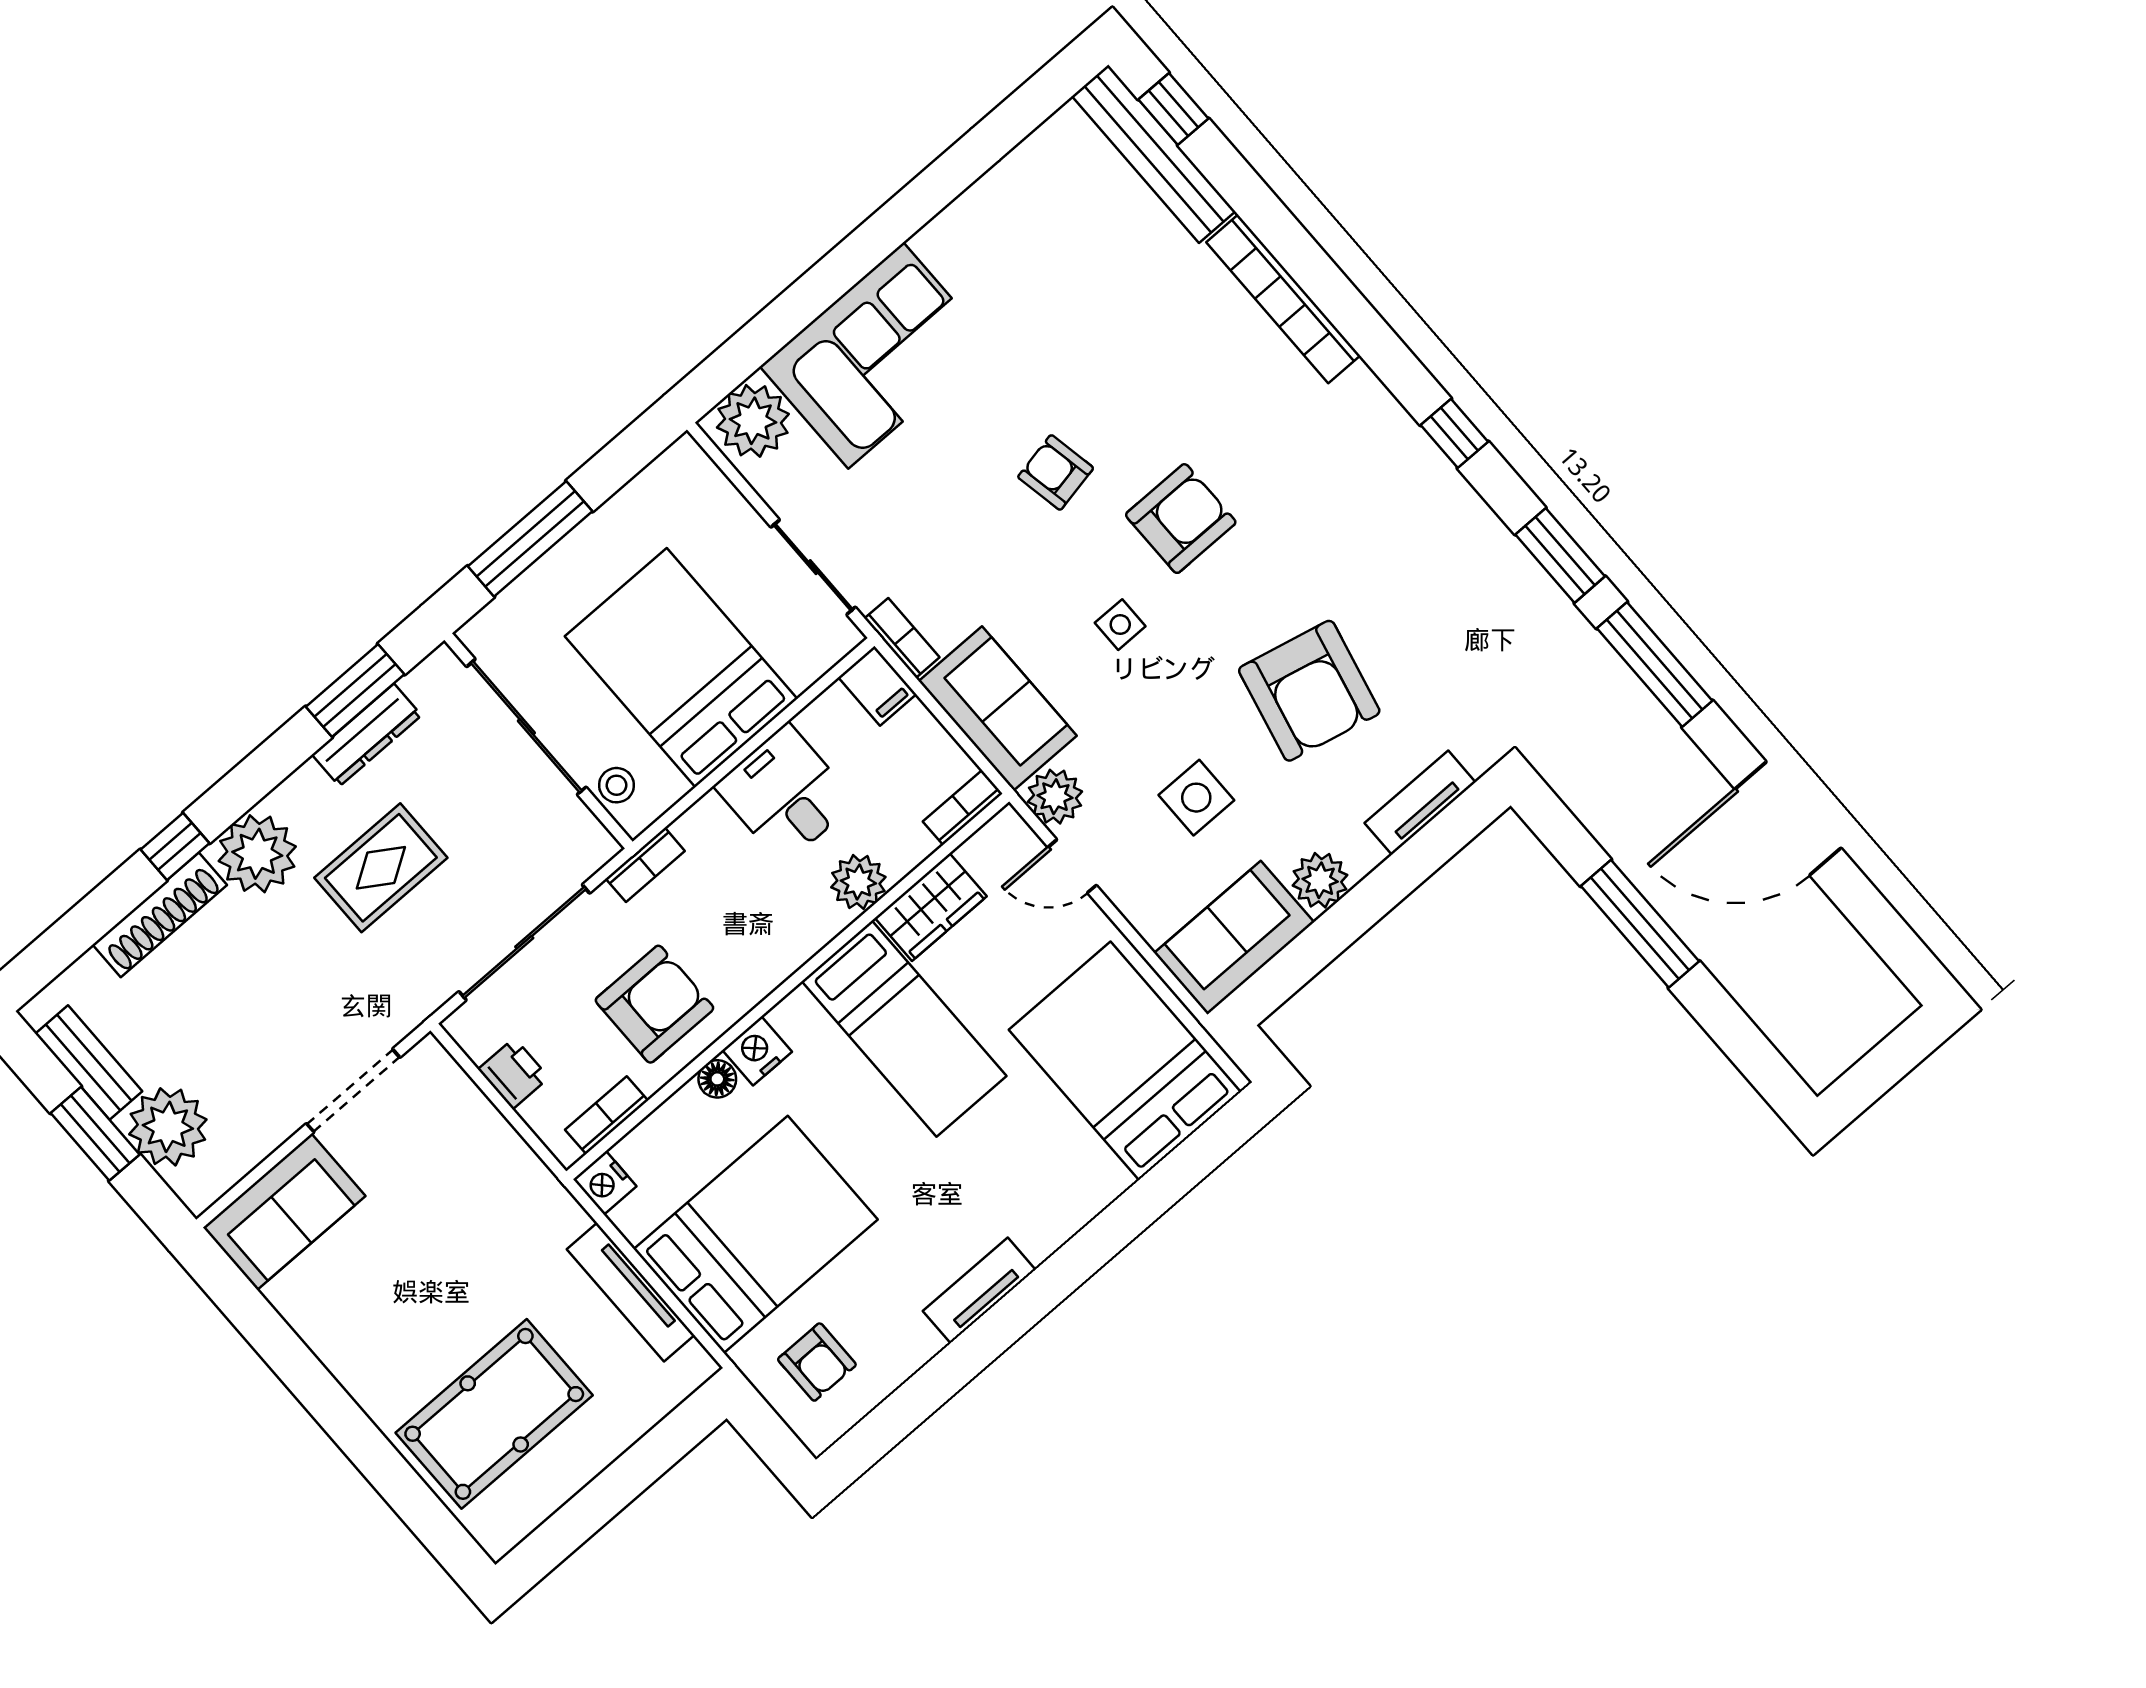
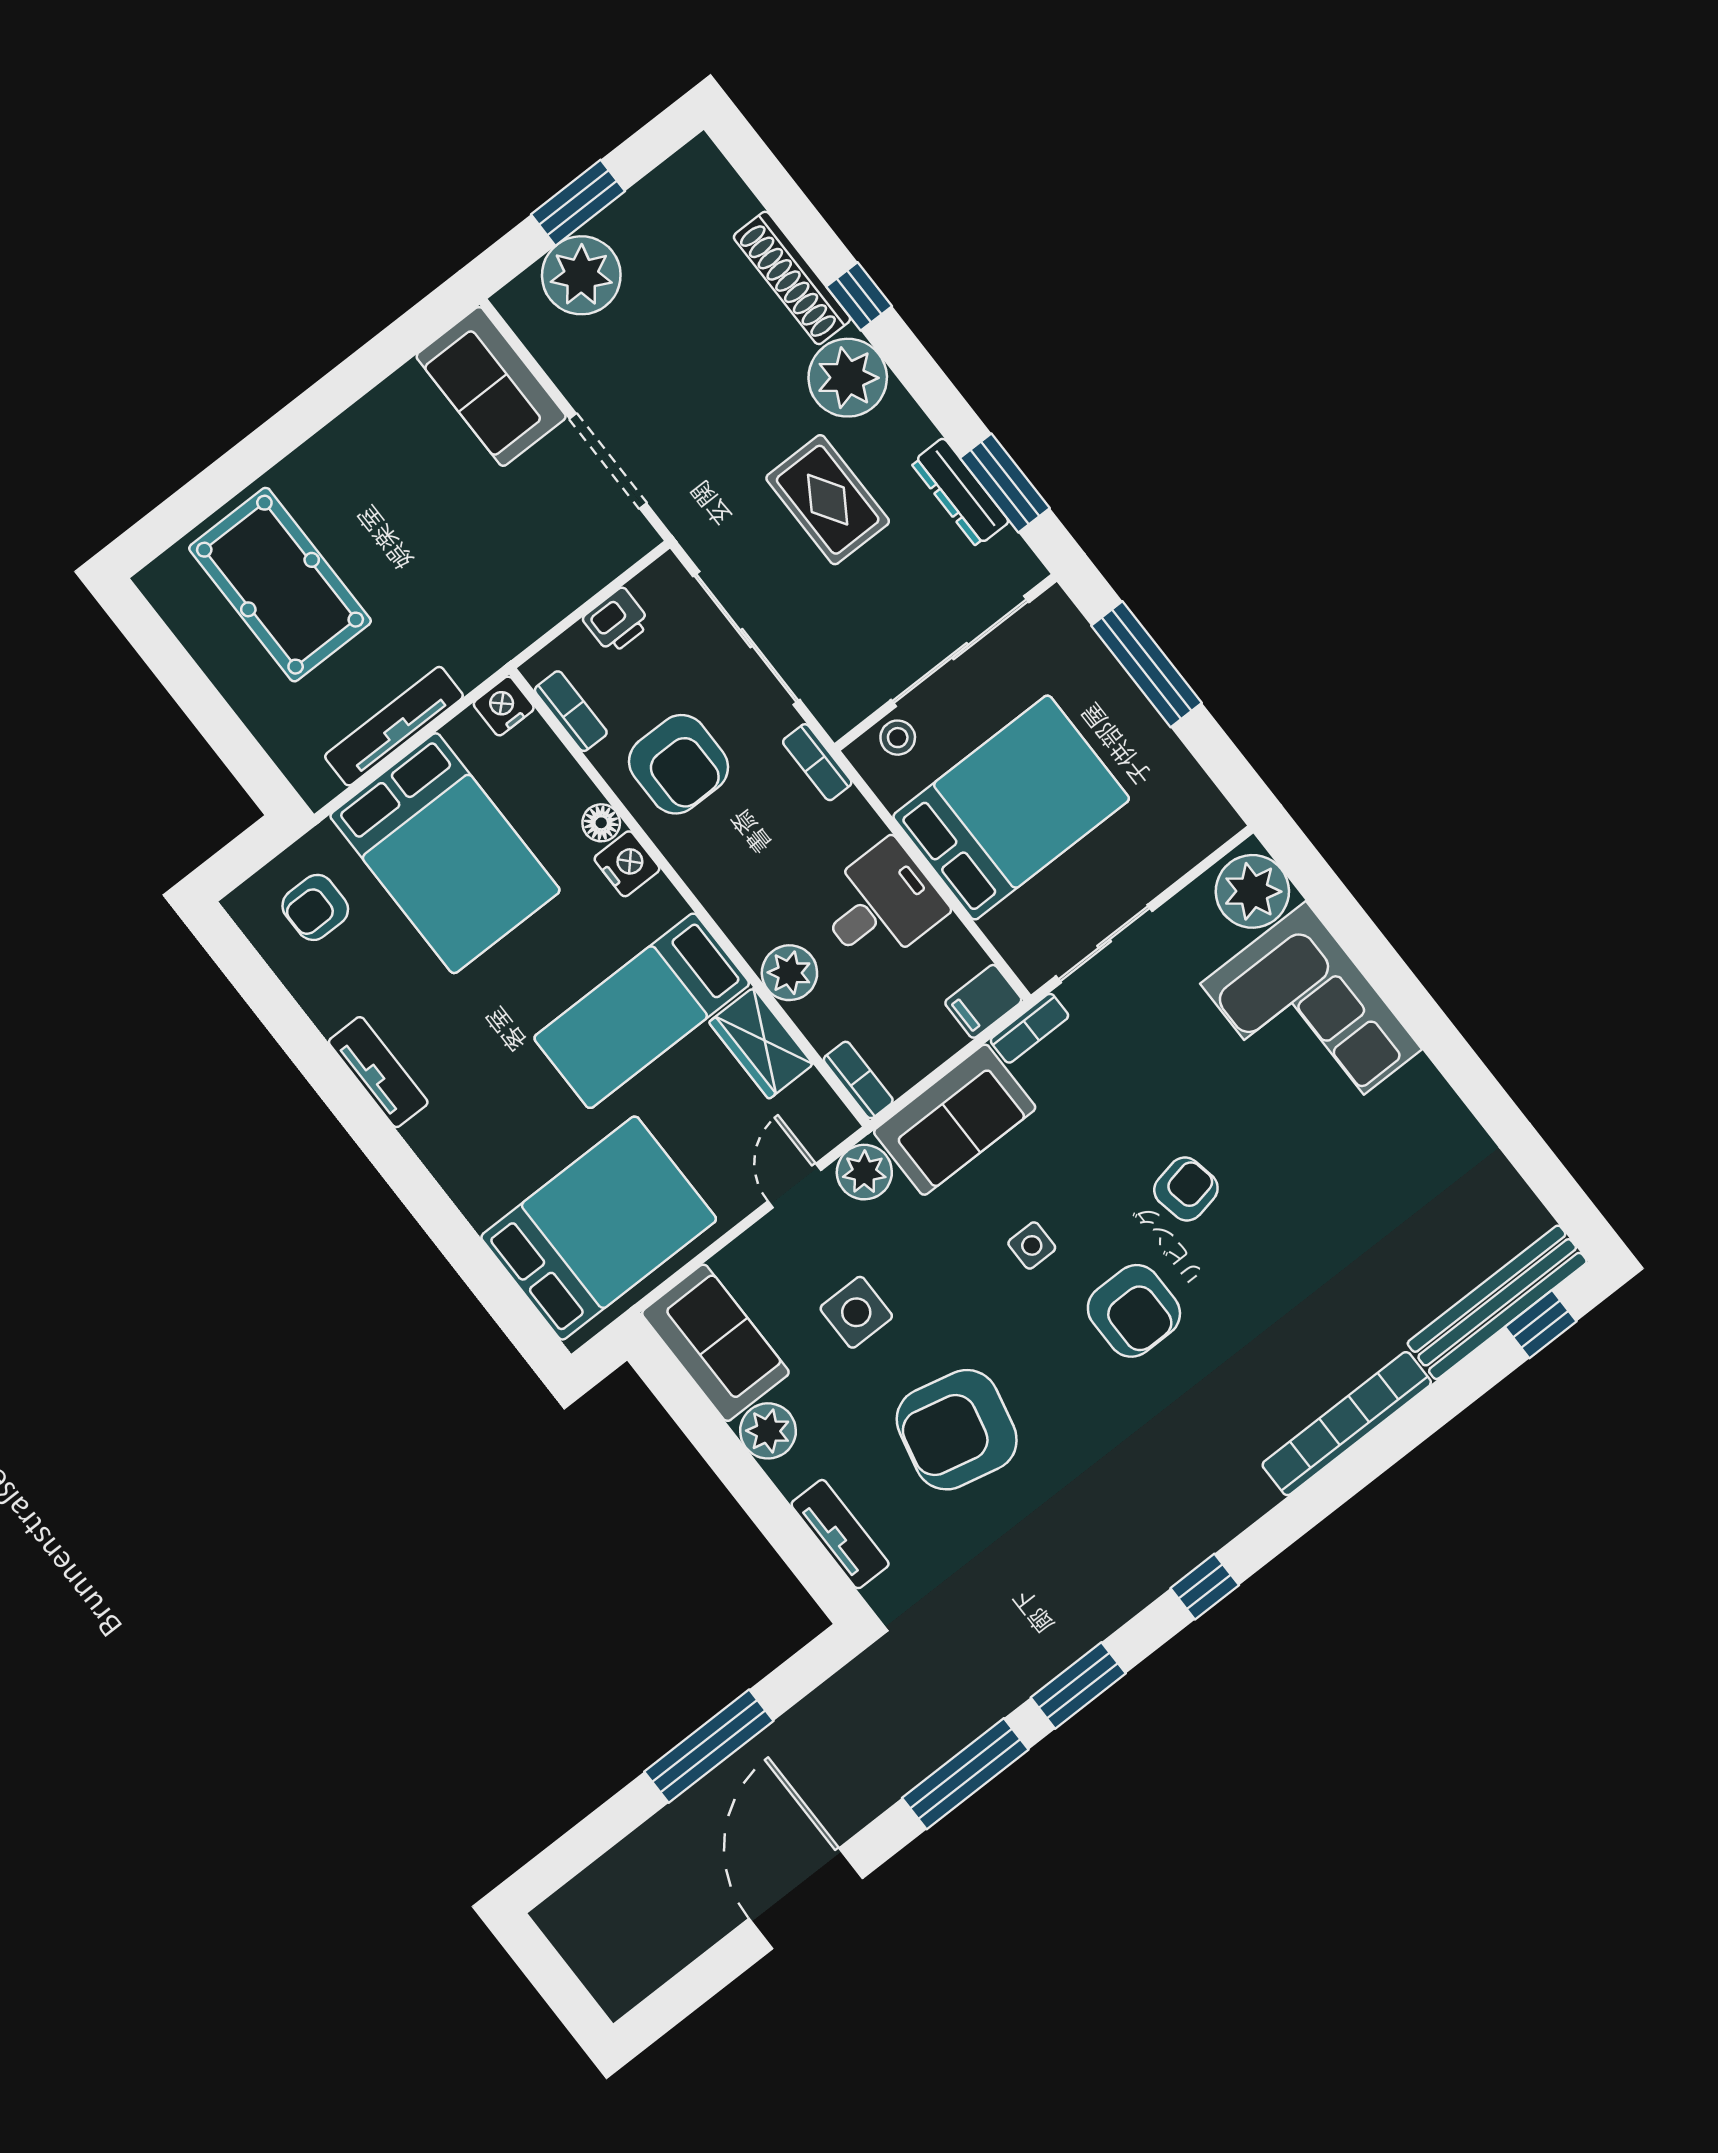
bench: (89, 1063) -> (649, 200), removed

